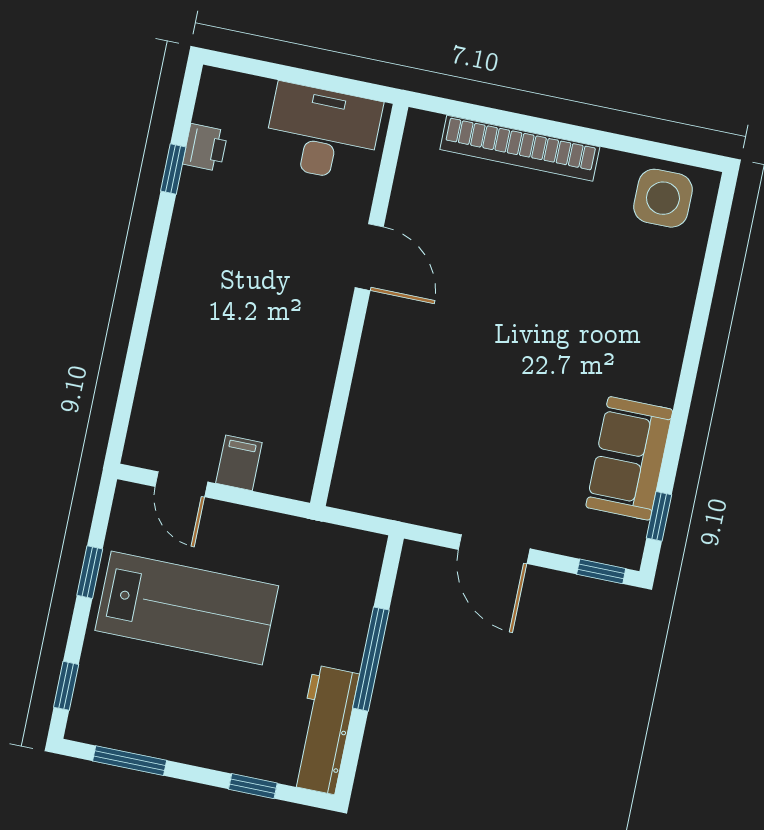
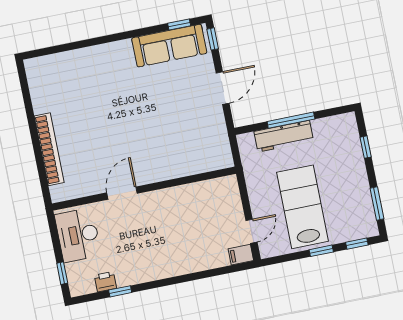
window: (260, 68) -> (62, 273), added
side table: (663, 198) -> (44, 80), removed
sofa: (629, 458) -> (169, 46), width x1.36
filing cabinet: (239, 463) -> (241, 255), moved
window: (90, 572) -> (321, 251), moved
workbench: (324, 730) -> (284, 136), moved

